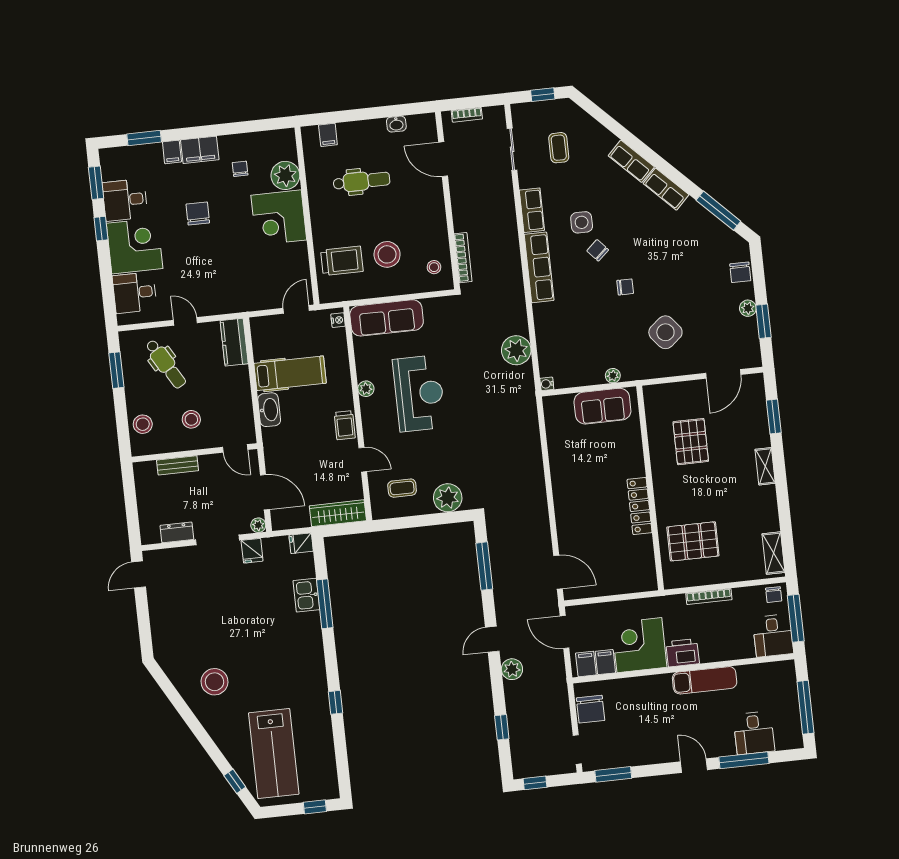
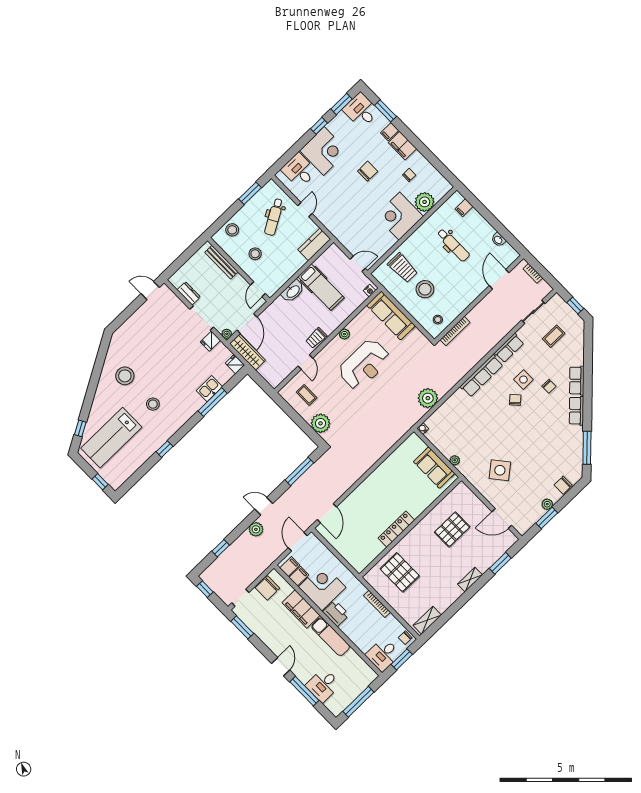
desk: (125, 200) -> (361, 110), moved
chair: (625, 287) -> (549, 386), moved
bench: (178, 465) -> (221, 262), width x1.36
wardrobe: (338, 513) -> (248, 352), moved
window: (796, 618) -> (402, 659), width x0.69
stool: (273, 675) -> (153, 404), added
filing cabinet: (645, 689) -> (301, 609), added

